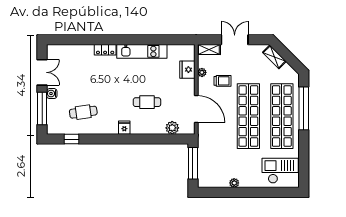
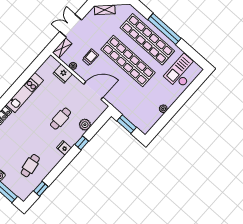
window: (304, 108) -> (164, 29), moved
plant: (172, 128) -> (85, 125), moved
window: (142, 139) -> (82, 143), added
window: (193, 163) -> (127, 124), width x0.69

